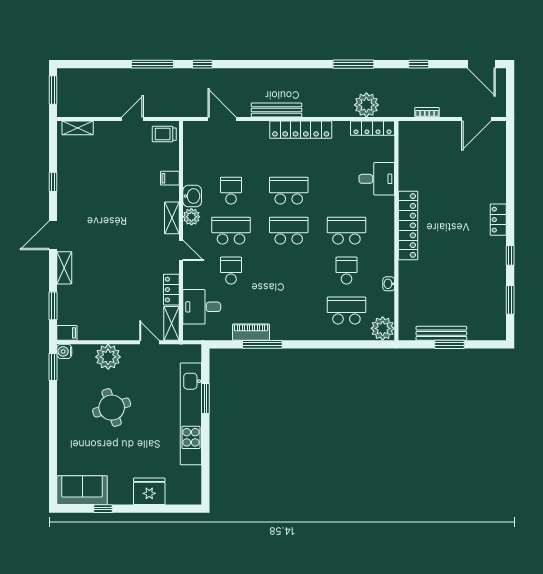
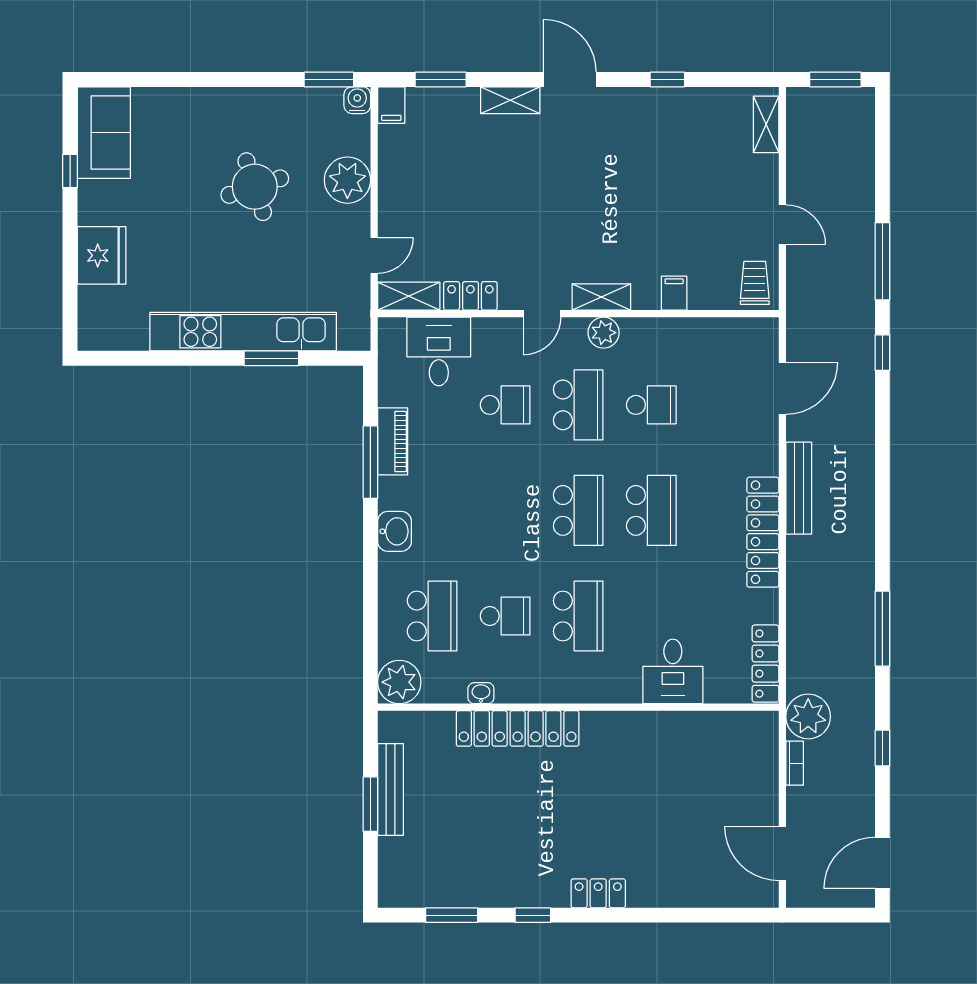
plant: (366, 105) -> (808, 716), moved
washbasin: (192, 196) -> (395, 531), moved, turned -90
locker: (408, 225) -> (518, 728), moved

